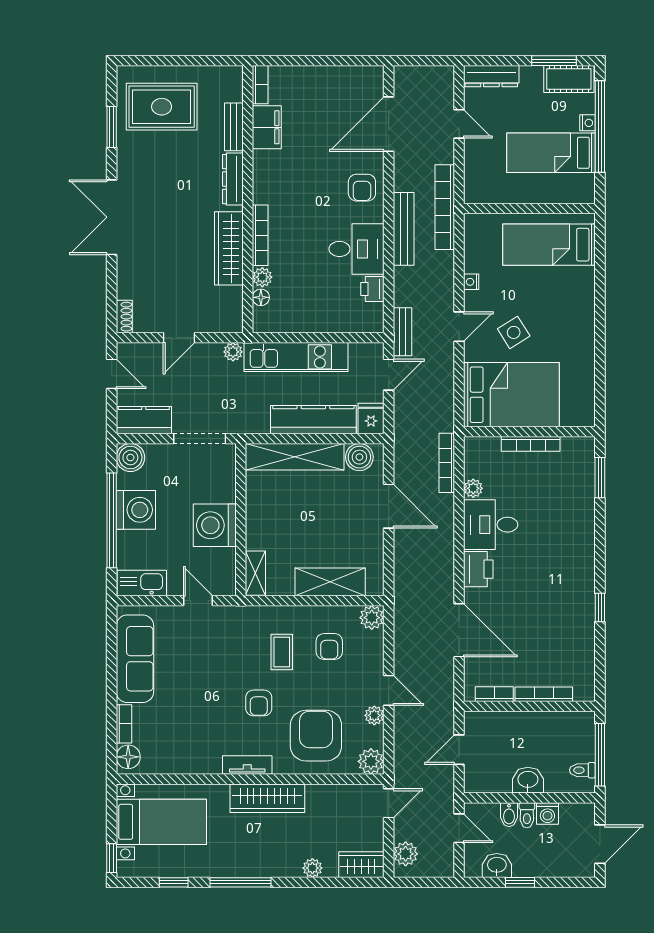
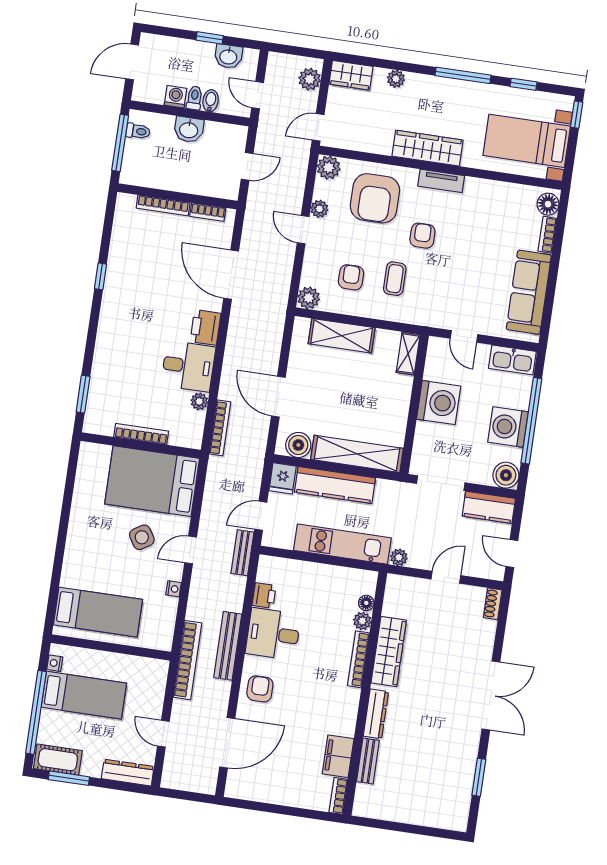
rug: (162, 107) -> (431, 789), removed
nightstand: (588, 123) -> (55, 663), moved

